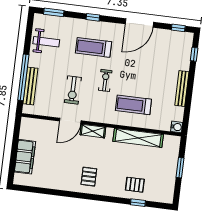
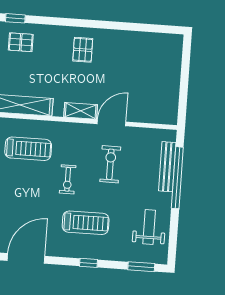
weight bench: (46, 42) -> (149, 227), turned 90
filing cabinet: (25, 157) -> (169, 72), removed

